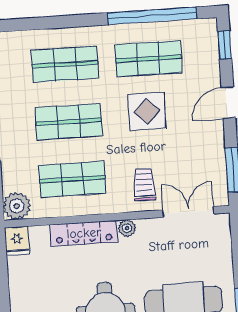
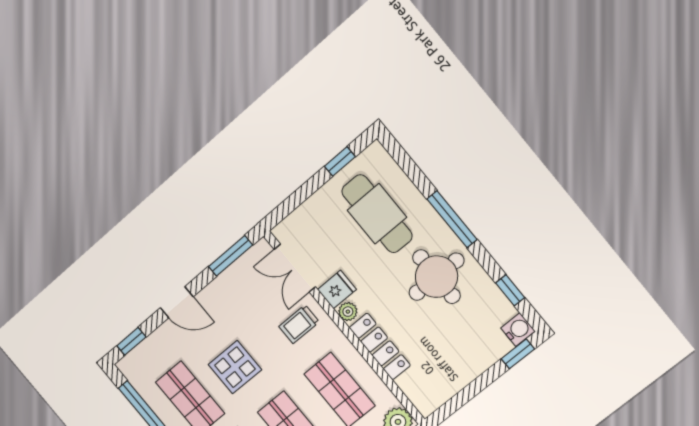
fridge: (17, 241) -> (337, 289), moved

